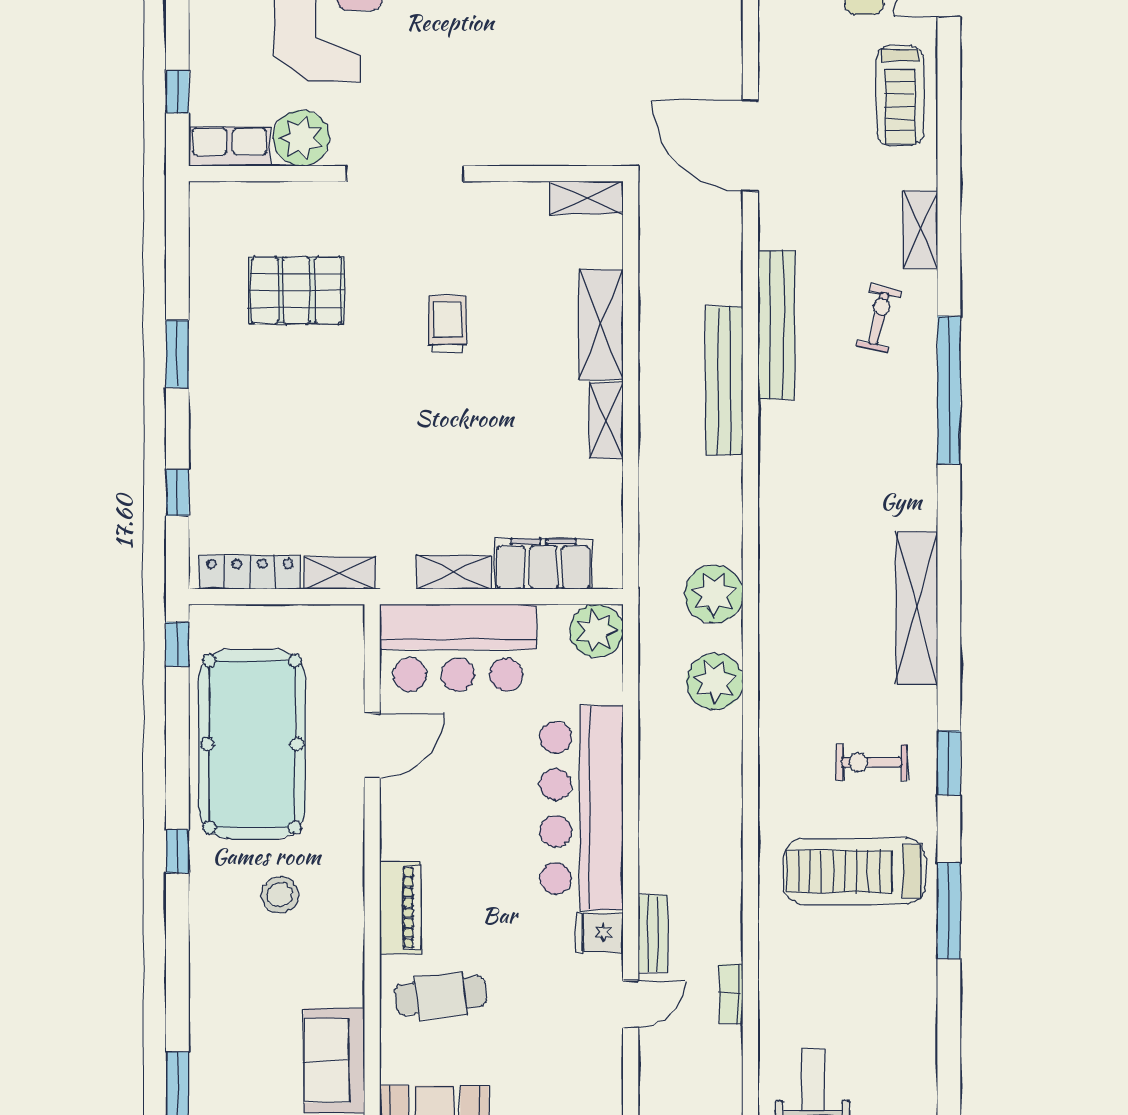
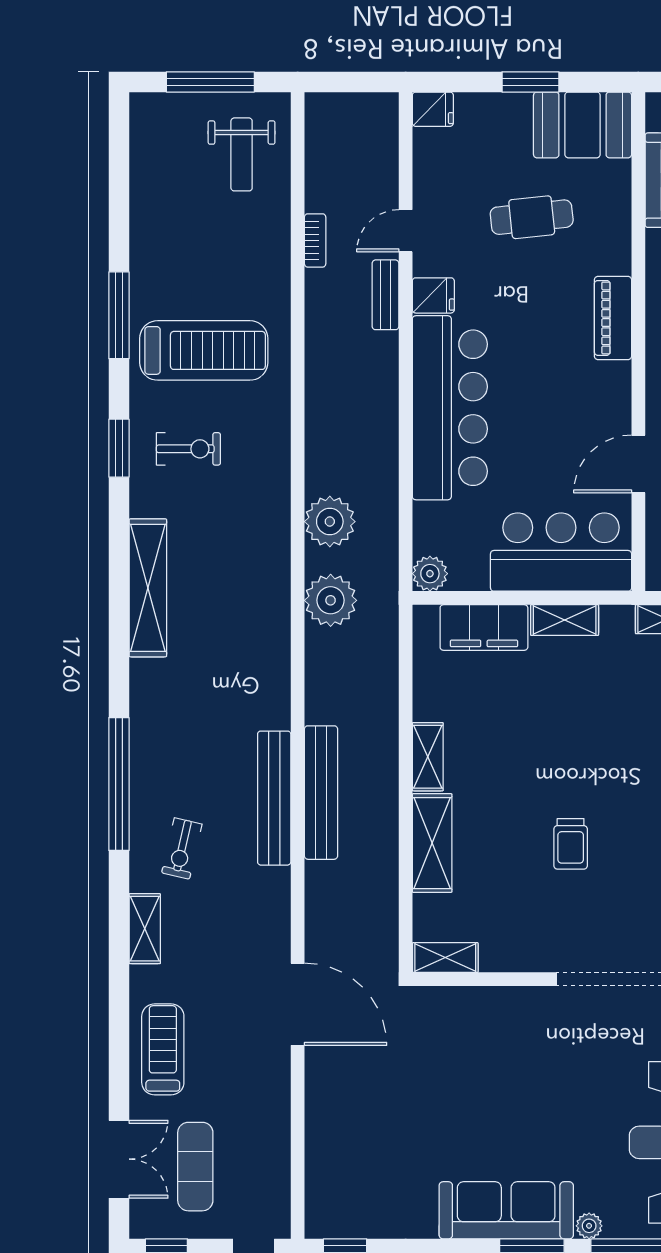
bench: (776, 325) -> (274, 798), moved
plant: (596, 631) -> (430, 574), width x0.73, depth x0.73
cafe table: (441, 996) -> (532, 217), moved

